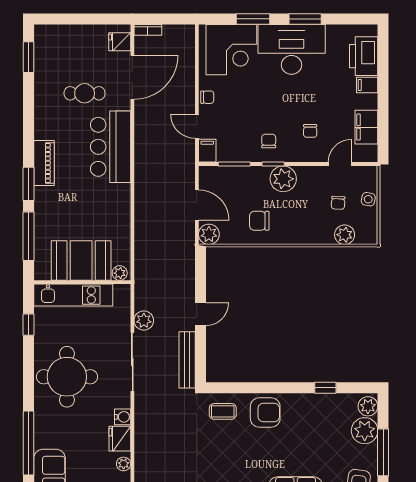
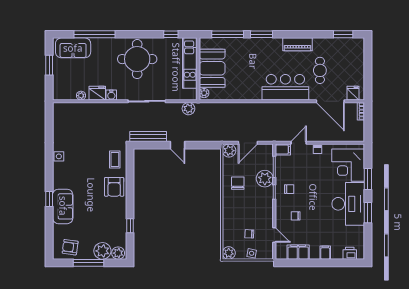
printer: (364, 56) -> (350, 253), width x0.53, depth x0.68
piano: (44, 163) -> (298, 44), moved
plant: (283, 179) -> (265, 179), moved
plant: (345, 235) -> (229, 253), moved
plant: (144, 321) -> (188, 109), moved

